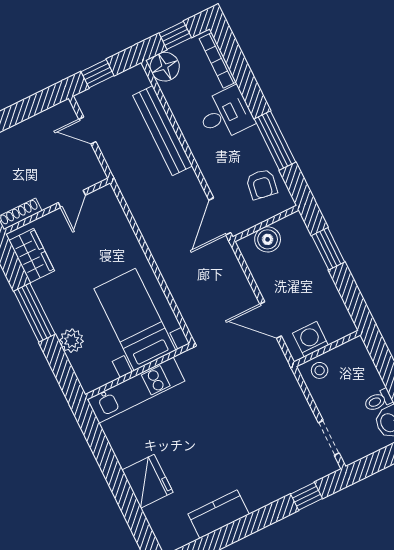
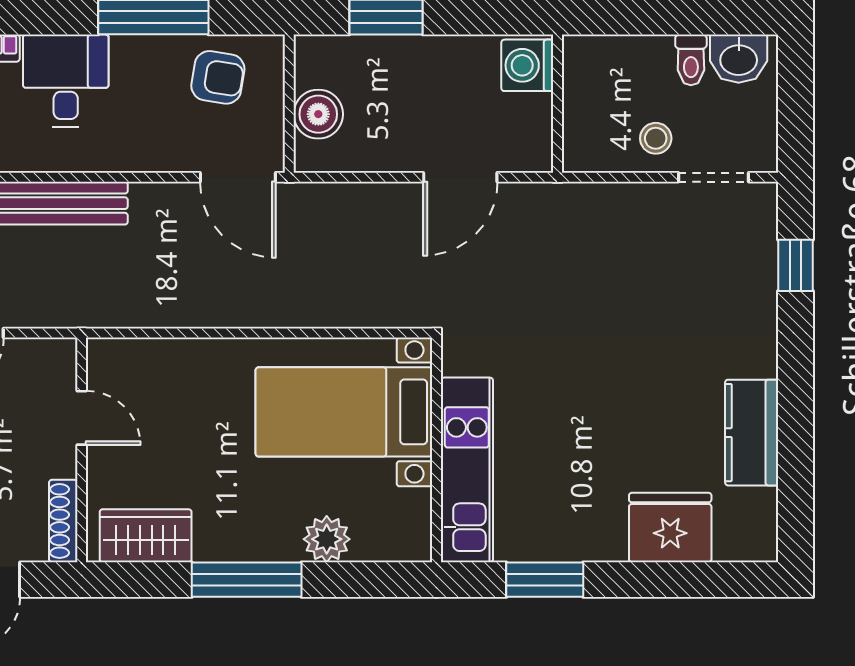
washing machine: (310, 339) -> (527, 65), moved
stool: (320, 370) -> (656, 138), moved
window: (103, 452) -> (545, 580), added
fridge: (147, 481) -> (670, 528), moved

